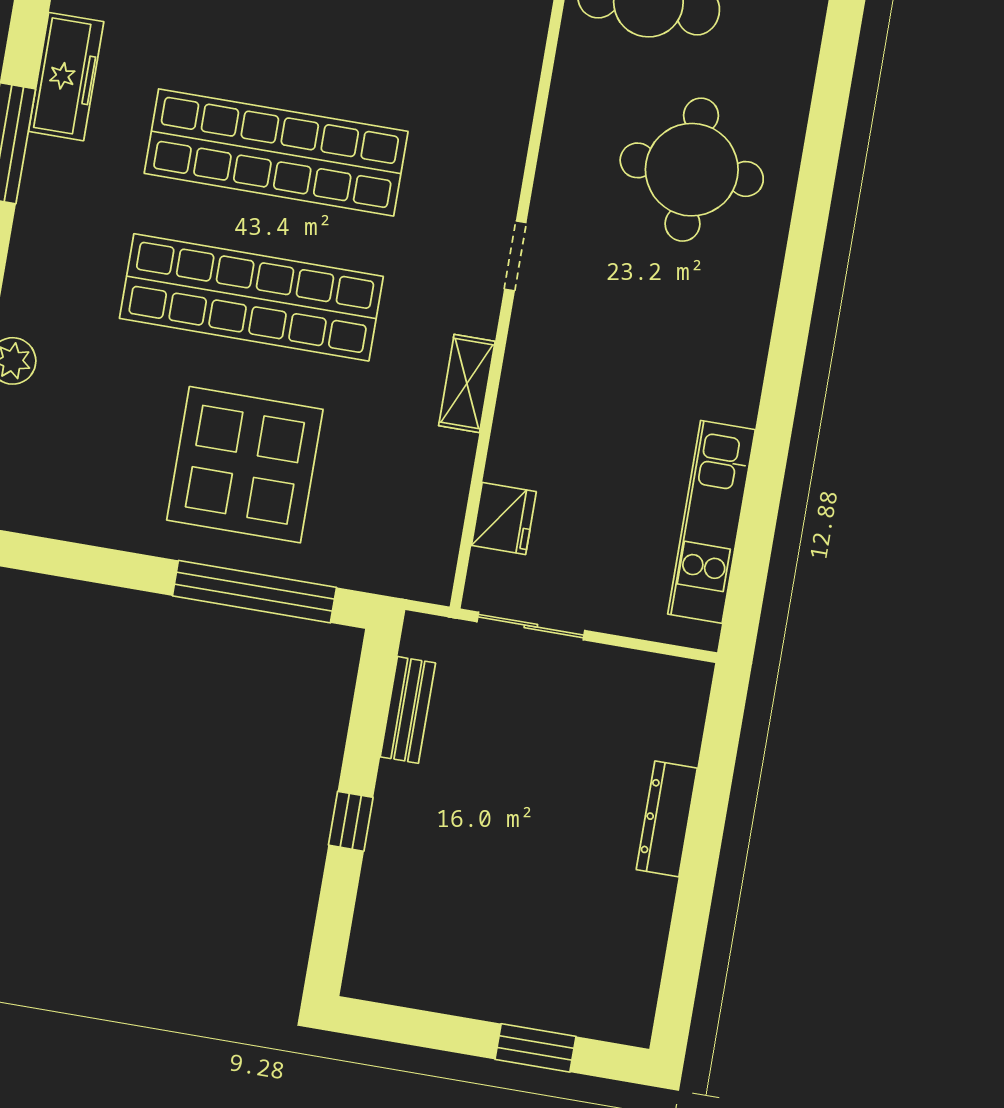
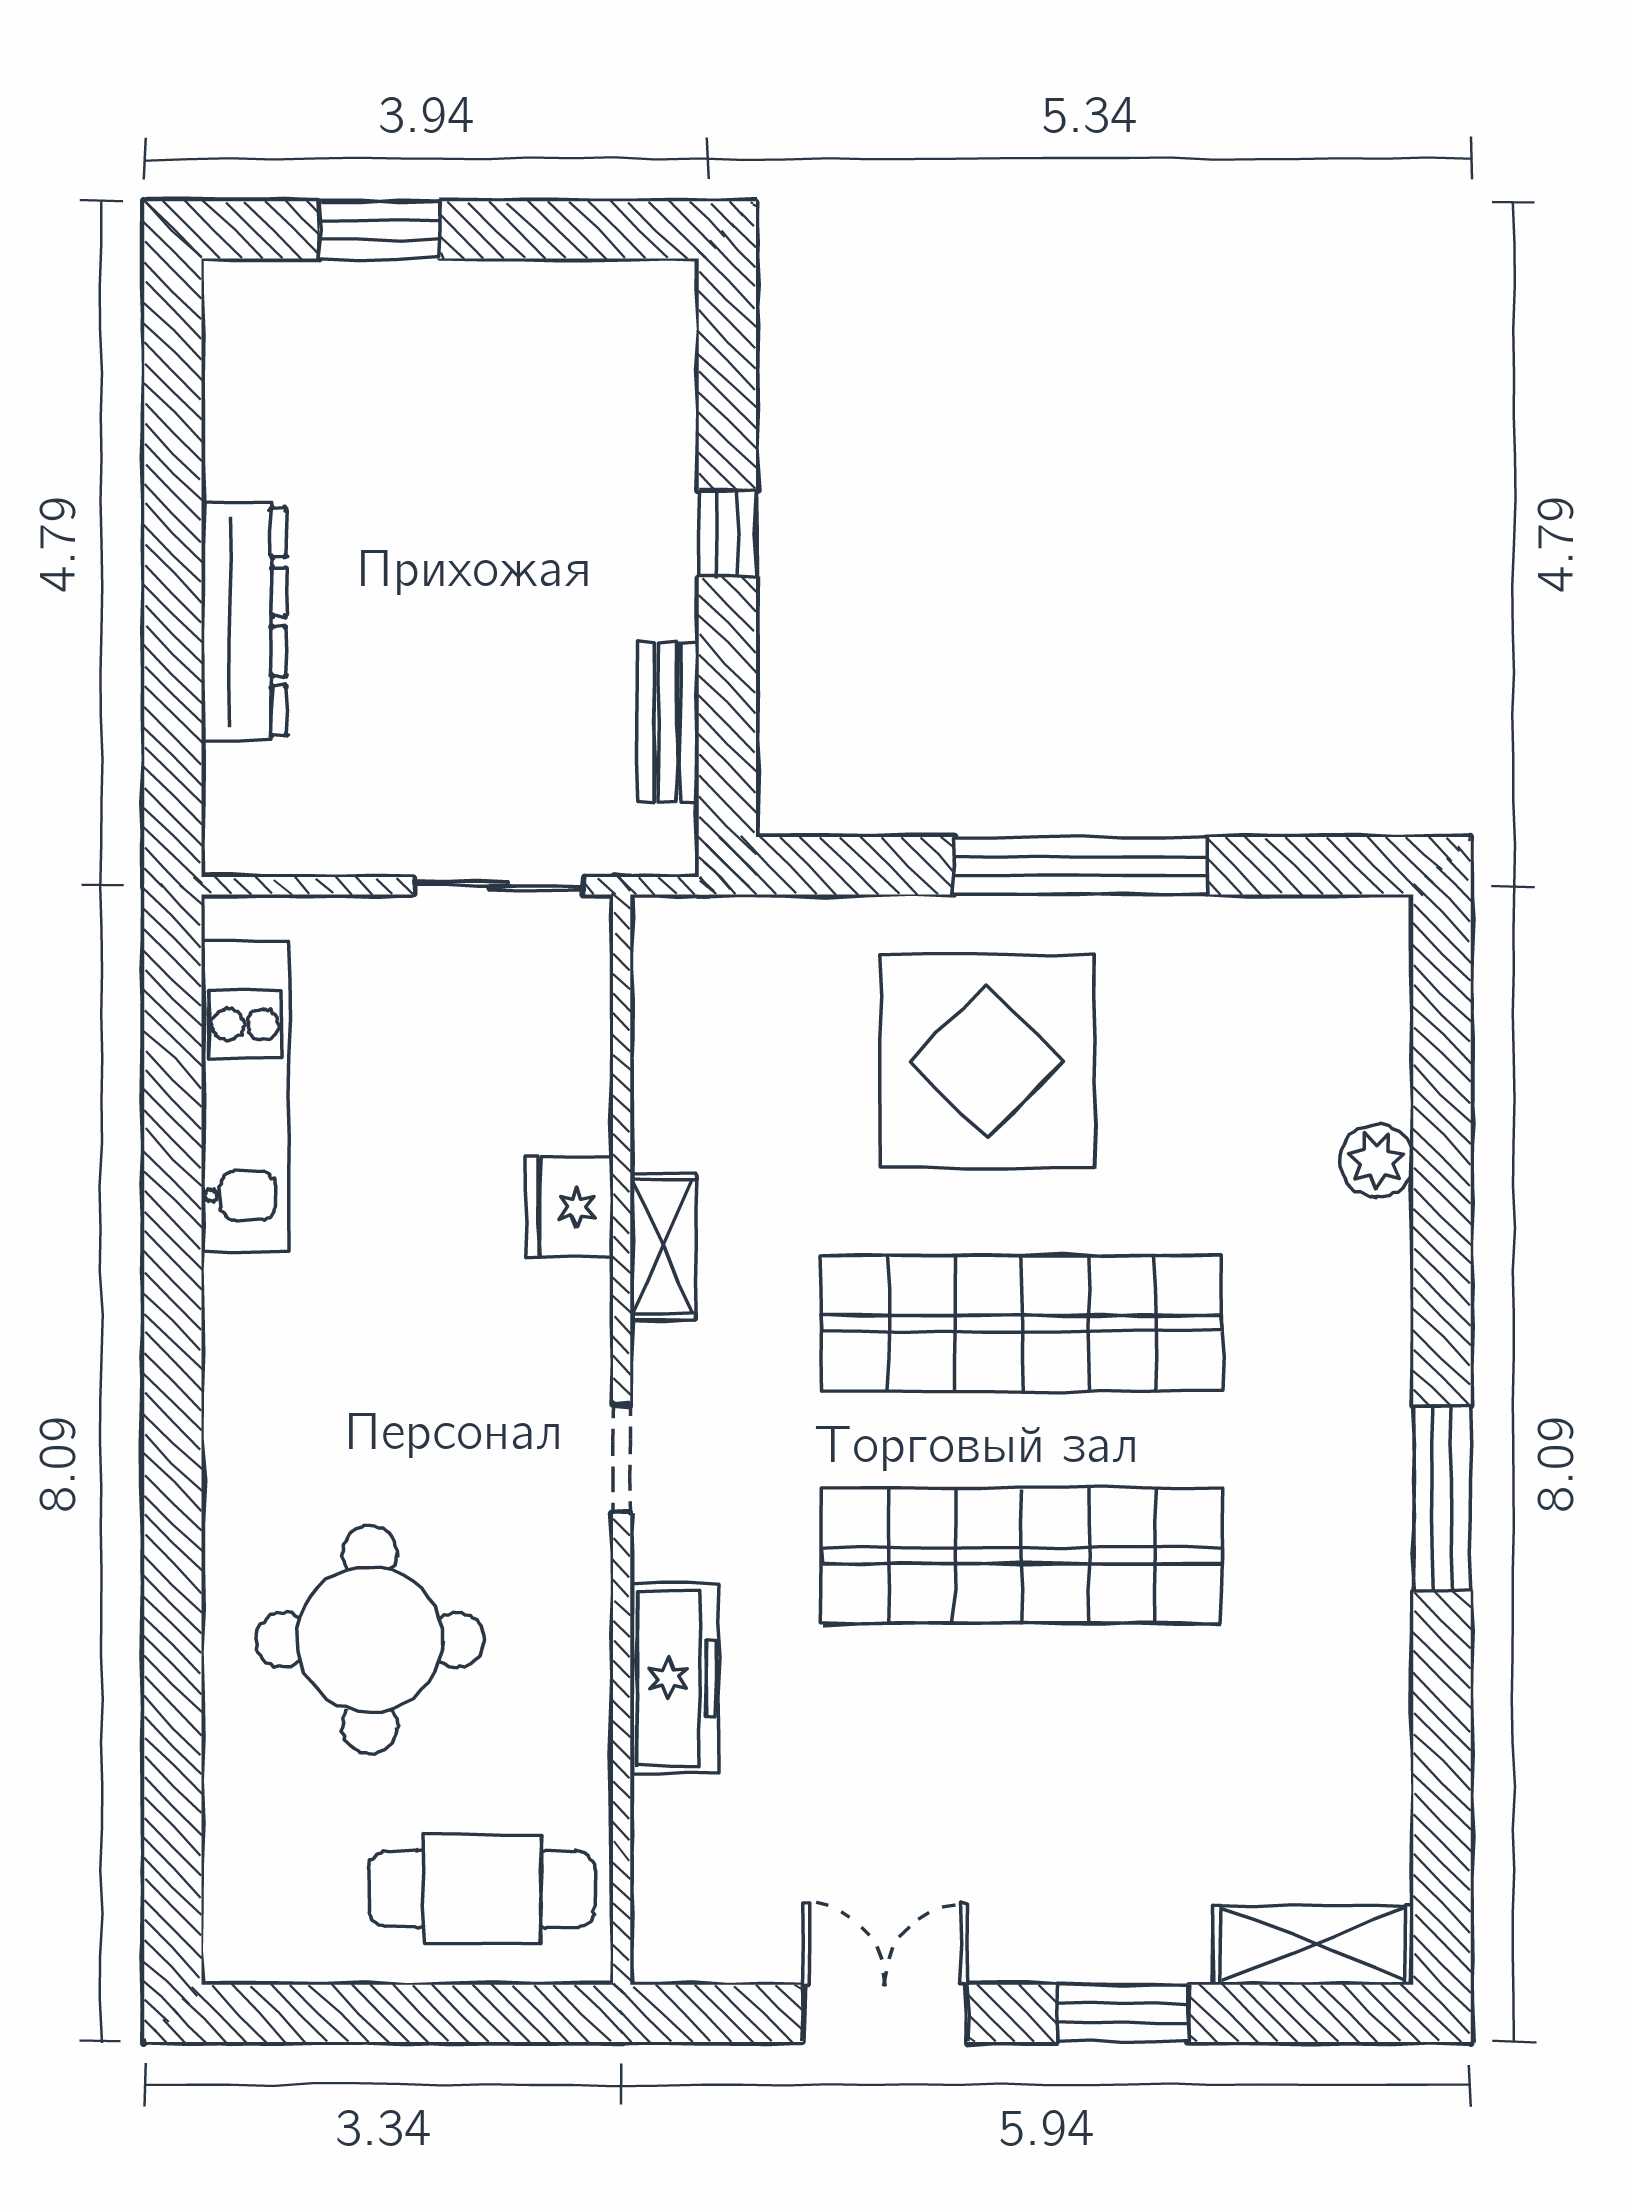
freezer: (66, 77) -> (675, 1678), moved, turned 180
fridge: (504, 519) -> (570, 1207), moved
window: (254, 592) -> (1081, 866), moved
dresser: (667, 819) -> (244, 621), width x1.37, depth x1.24

